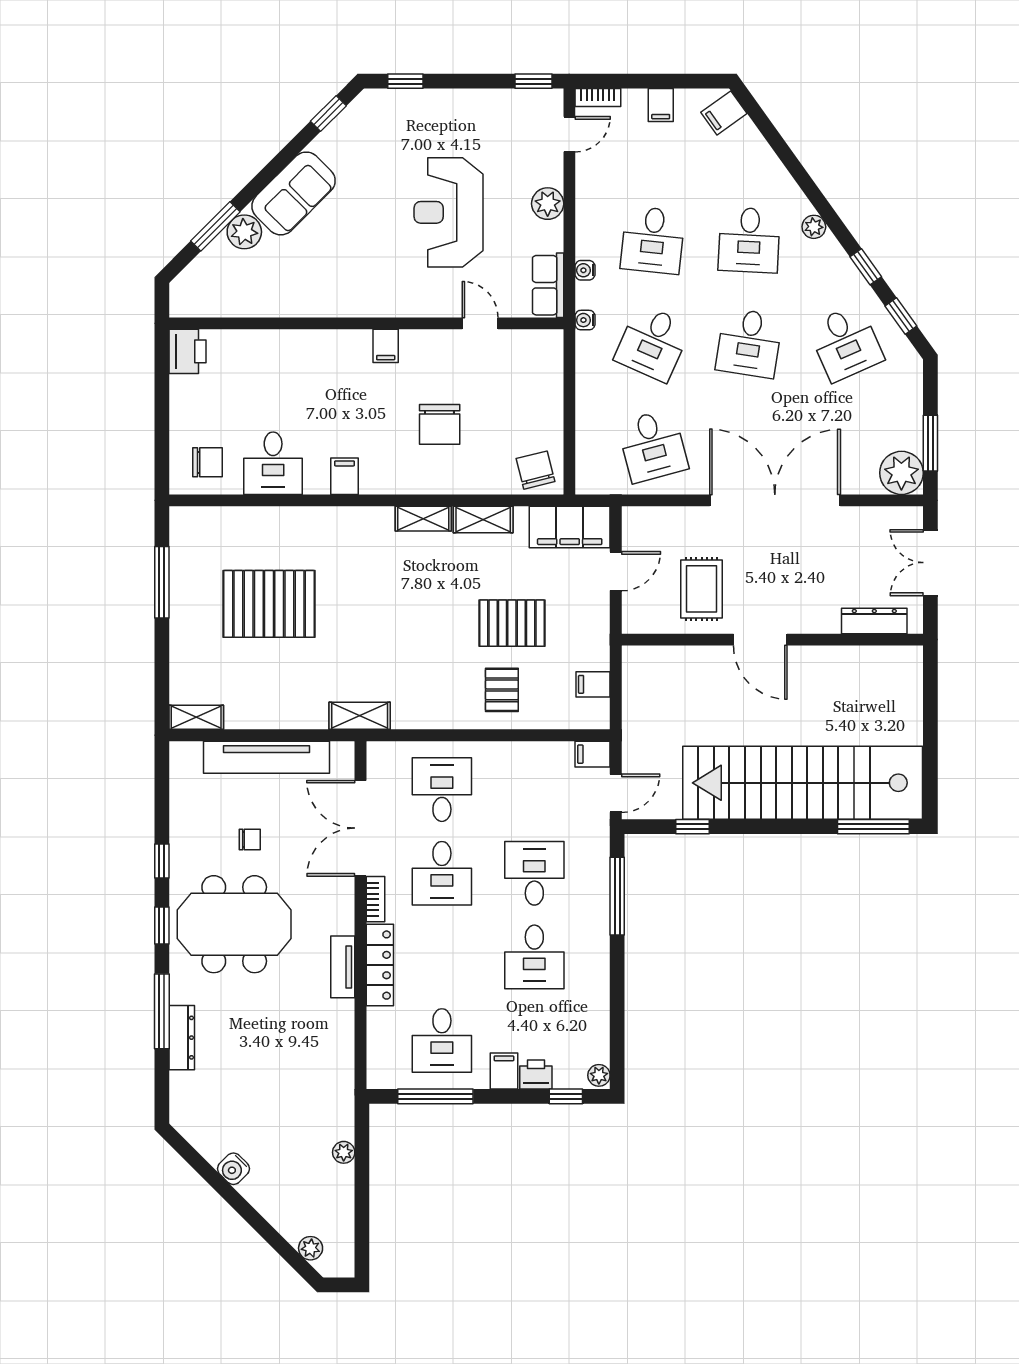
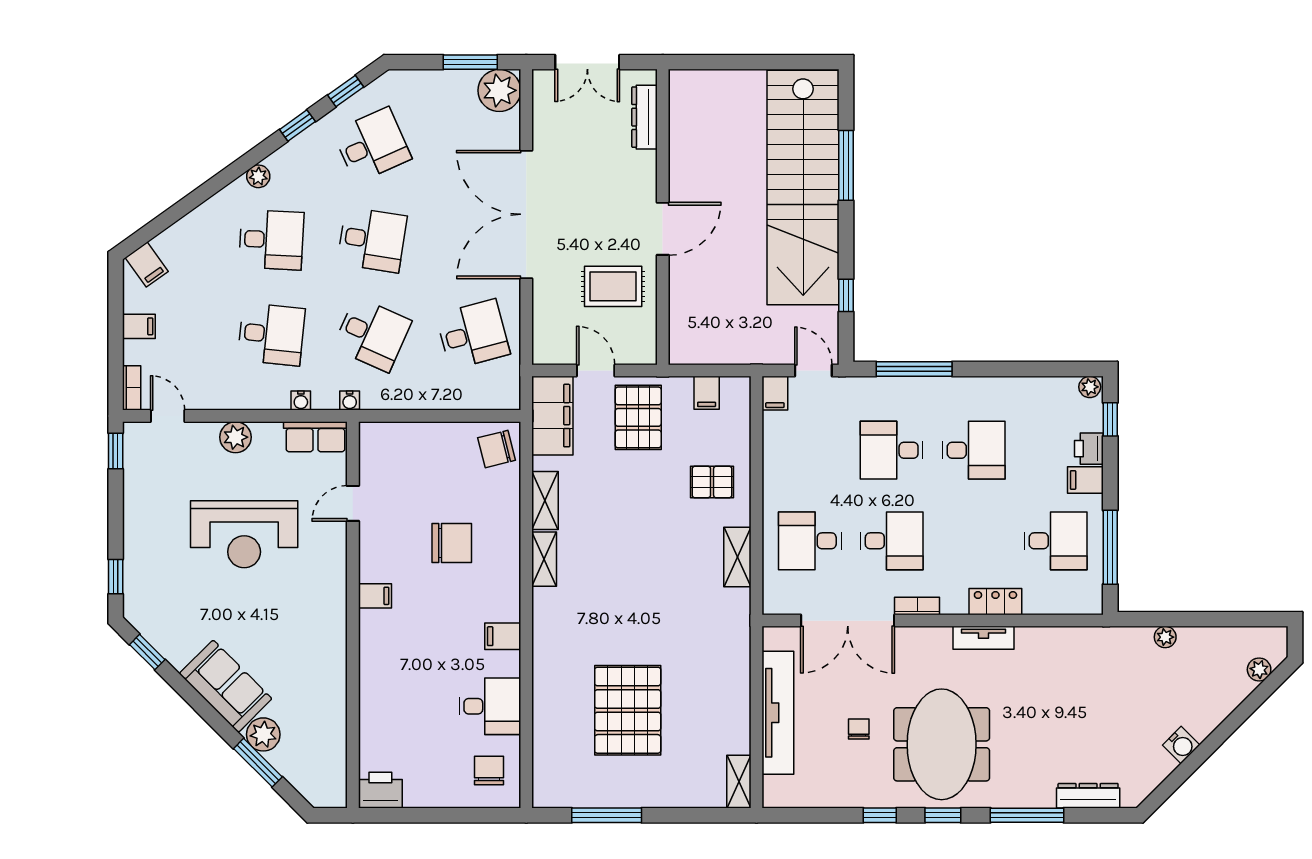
pallet: (512, 623) -> (638, 417), moved
shelving: (360, 716) -> (737, 557), moved
window: (873, 827) -> (846, 165), moved
locker: (380, 965) -> (995, 602), width x0.66
dresser: (182, 1038) -> (1088, 796), moved

